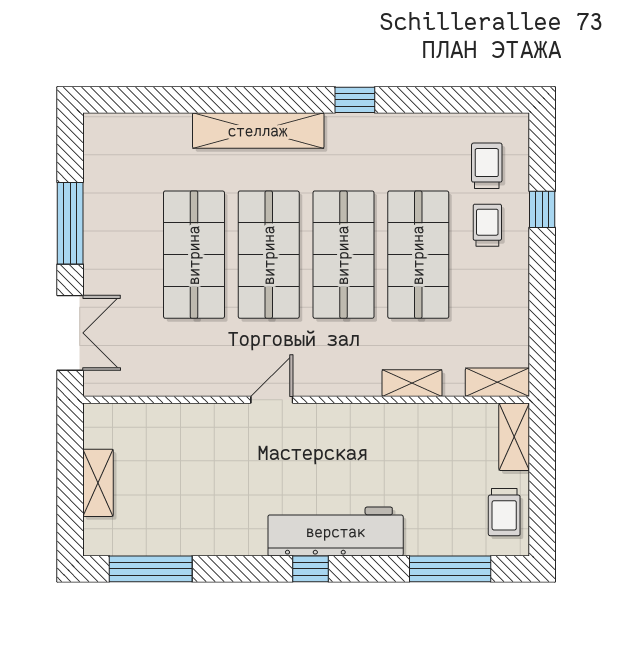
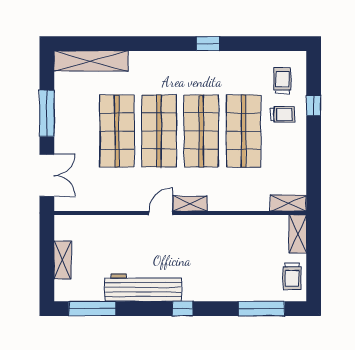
shelving: (258, 131) -> (91, 61), moved
trolley: (487, 225) -> (283, 114), turned 90
shelving: (412, 383) -> (190, 204), moved
workbench: (336, 532) -> (143, 287), moved

